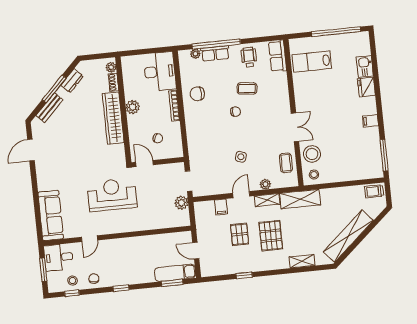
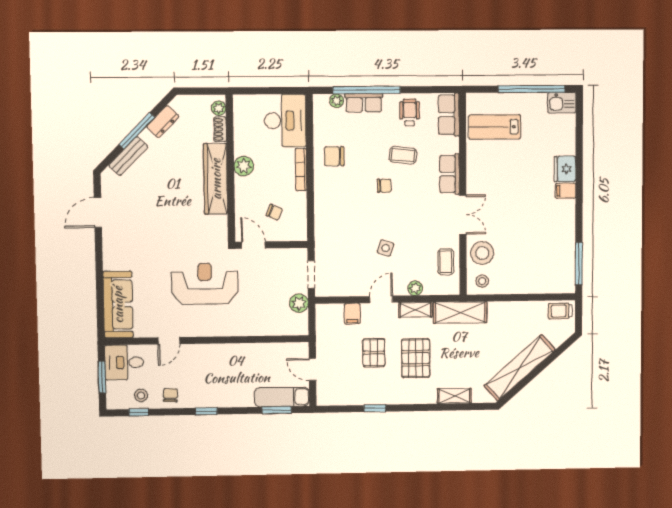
kitchen sink: (365, 66) -> (562, 103), moved, turned -90
row of seats: (282, 99) -> (450, 174), added
filing cabinet: (370, 121) -> (565, 191), moved

